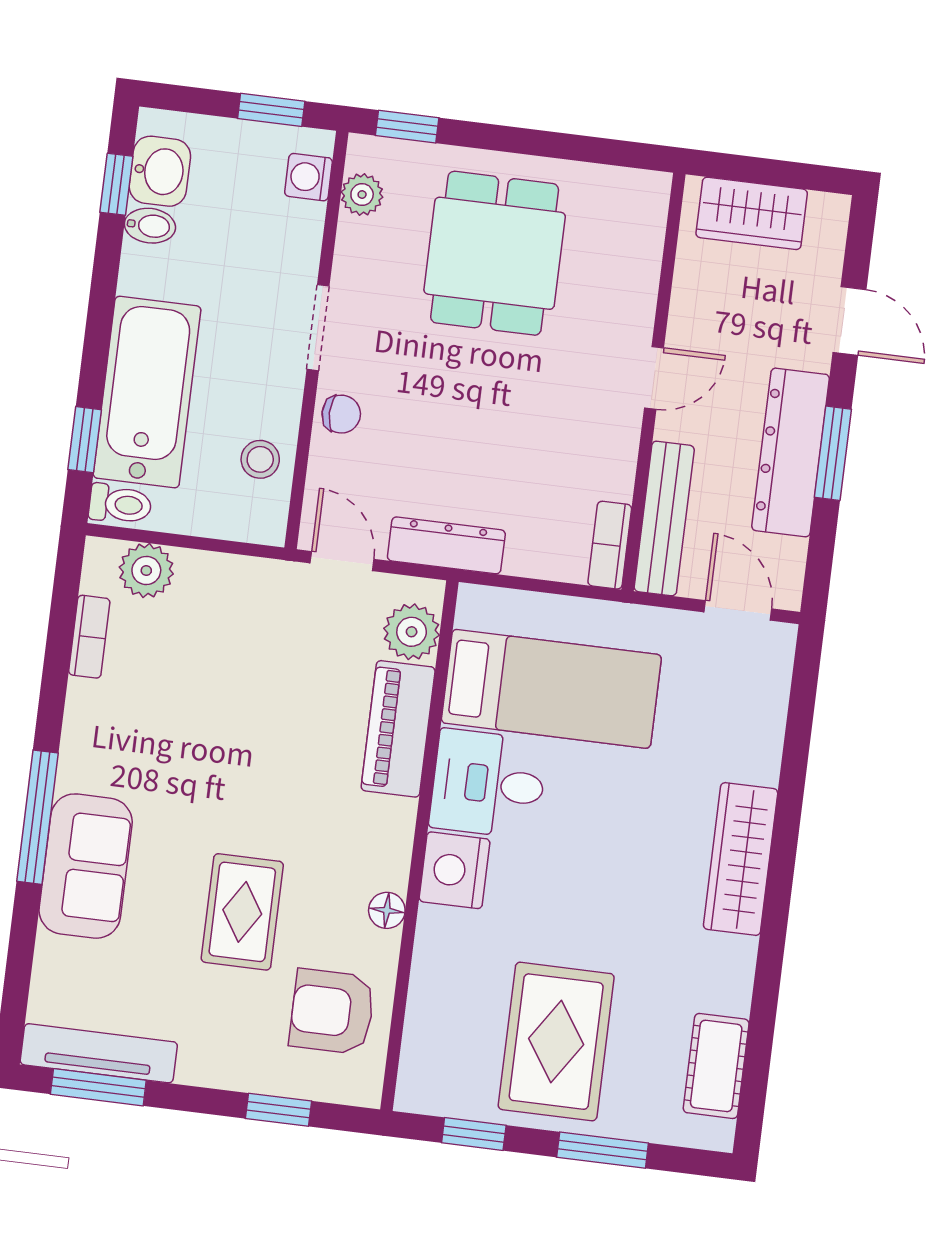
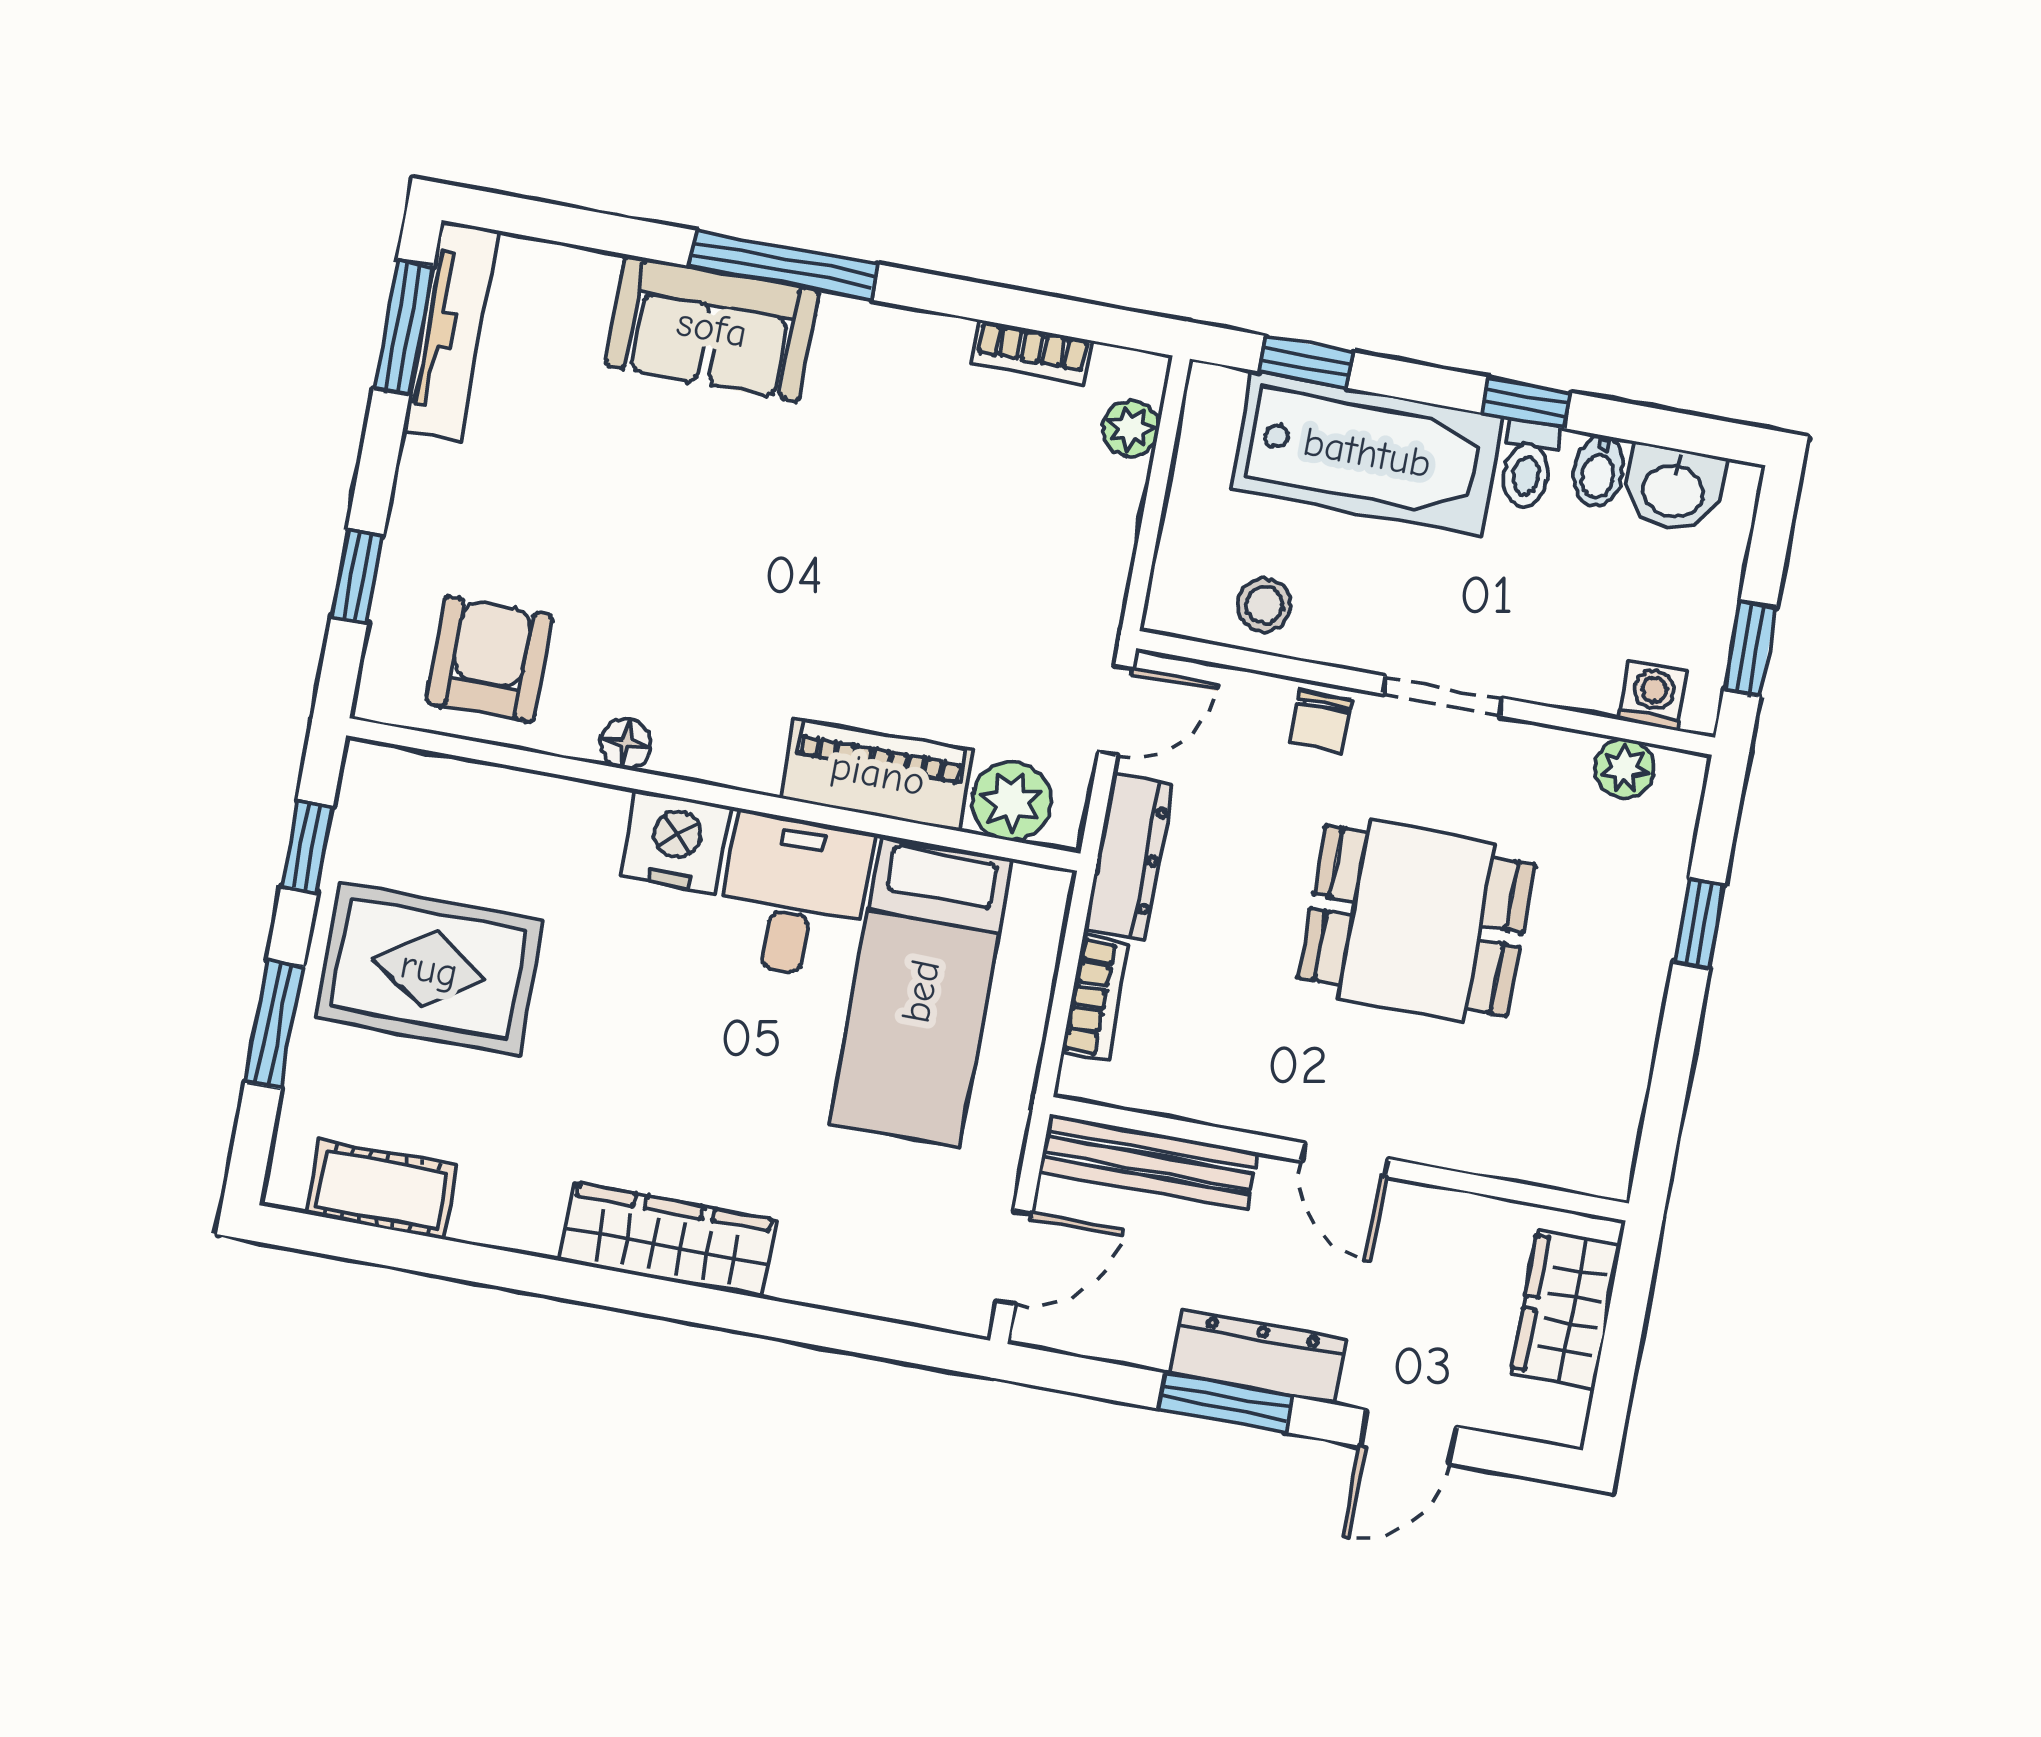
window: (407, 127) -> (1699, 924), moved
window: (116, 184) -> (1527, 403), moved
dining table: (495, 253) -> (1416, 921), moved
dresser: (791, 452) -> (1259, 1357), width x0.73, depth x0.80
toilet: (120, 504) -> (1528, 464), moved
bookcase: (610, 545) -> (1095, 998), moved, turned 90
plant: (146, 571) -> (1131, 429), width x0.73, depth x0.73
rug: (242, 912) -> (636, 542), removed

